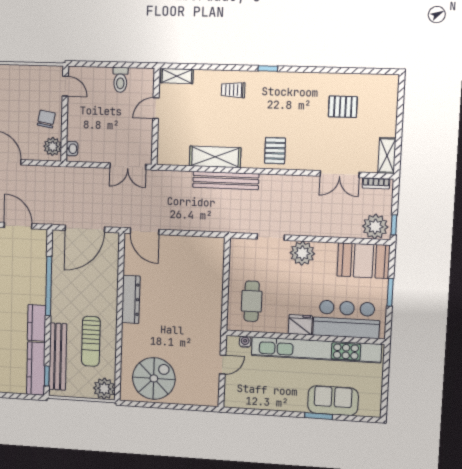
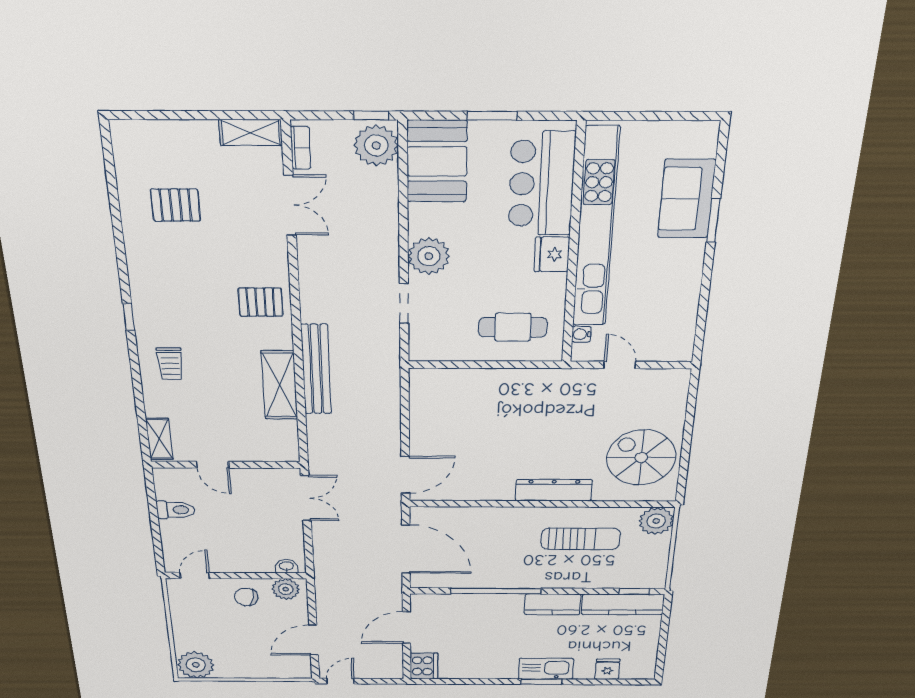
pallet: (343, 107) -> (176, 205), turned 90
dresser: (131, 299) -> (554, 490), moved
bench: (58, 357) -> (605, 579), removed

